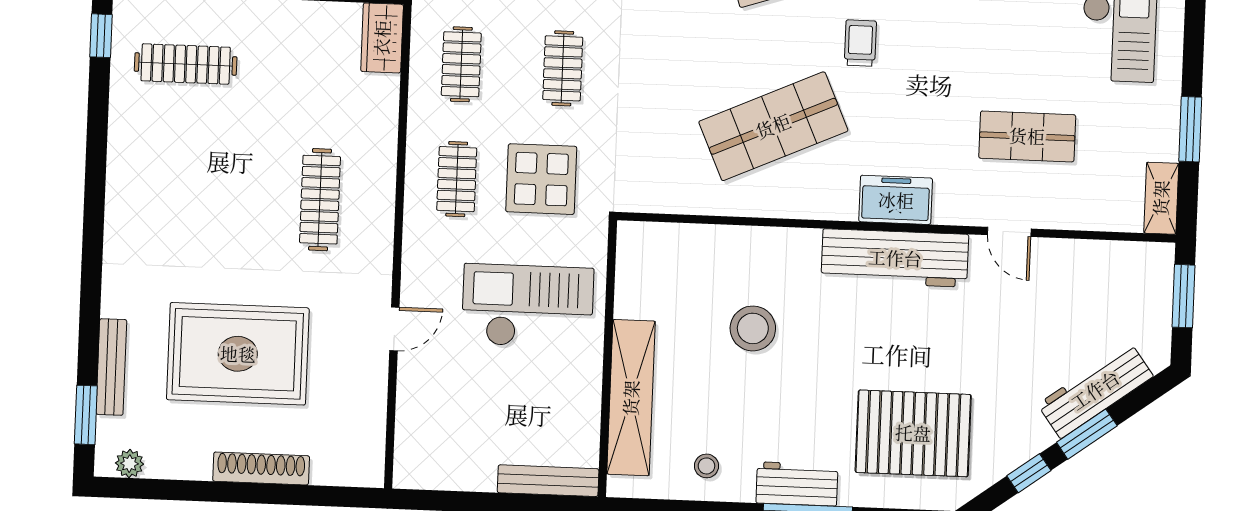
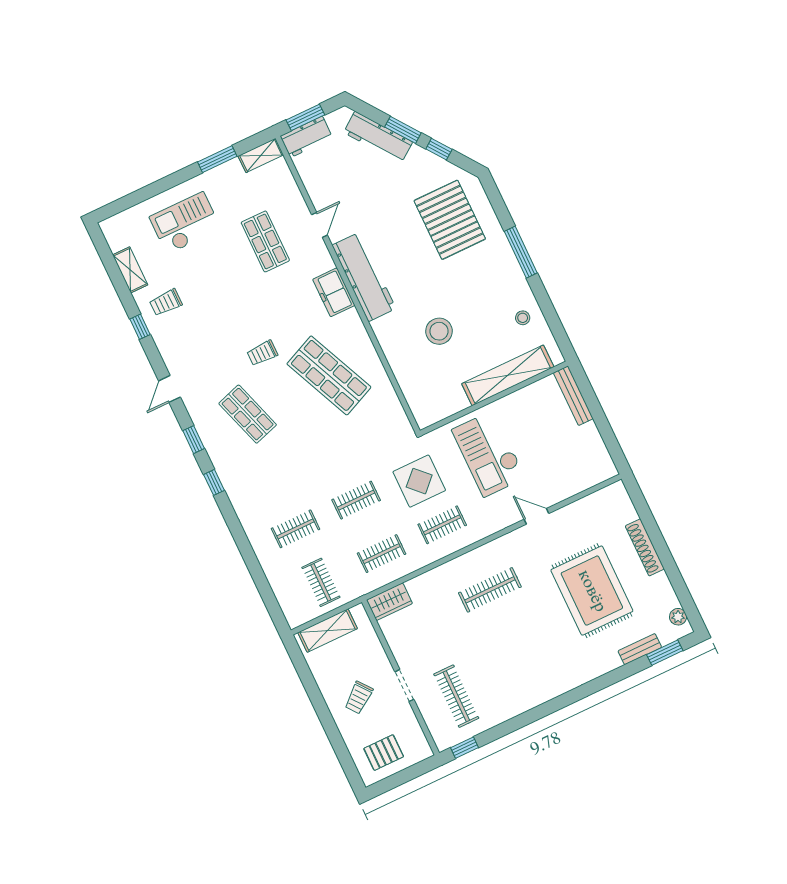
bench: (111, 367) -> (640, 649), width x0.73
workbench: (797, 484) -> (306, 137), moved, turned -90

